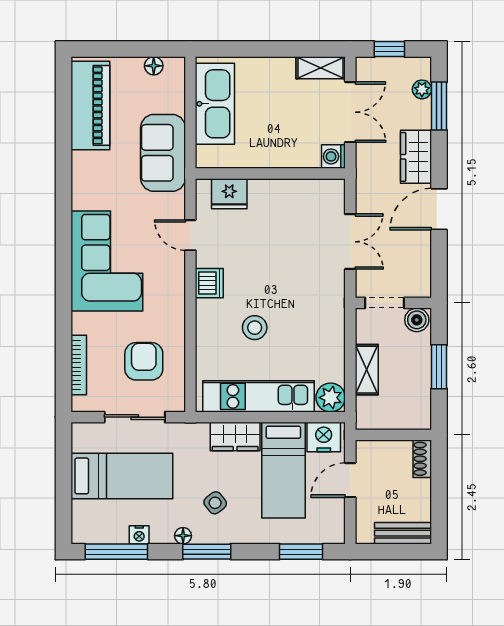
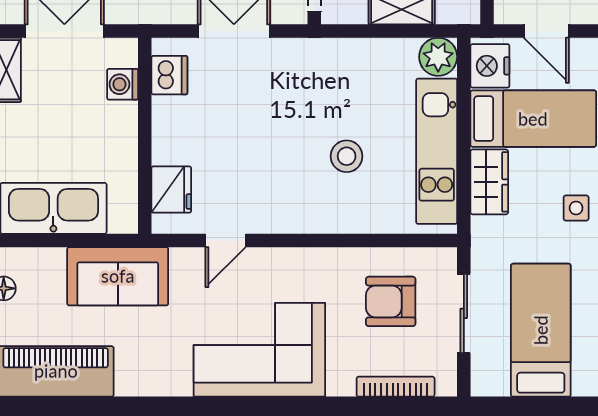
washing machine: (333, 156) -> (123, 84), moved, turned 90
dishwasher: (209, 283) -> (169, 75), moved, turned 90
side table: (215, 503) -> (576, 208), turned 38

